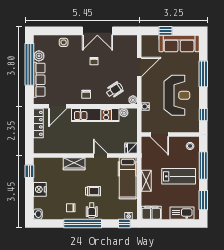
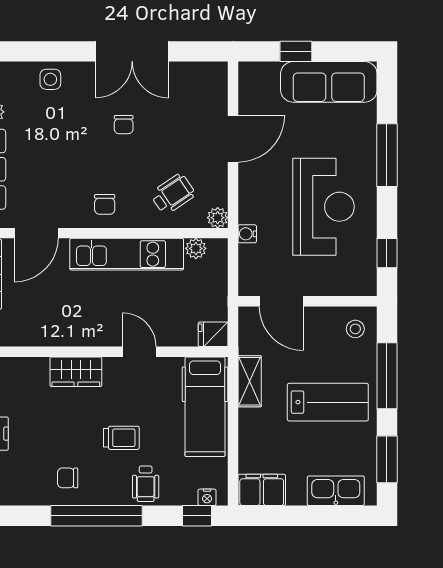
shelving: (146, 181) -> (250, 381), moved
wheelchair: (92, 210) -> (146, 484), moved

